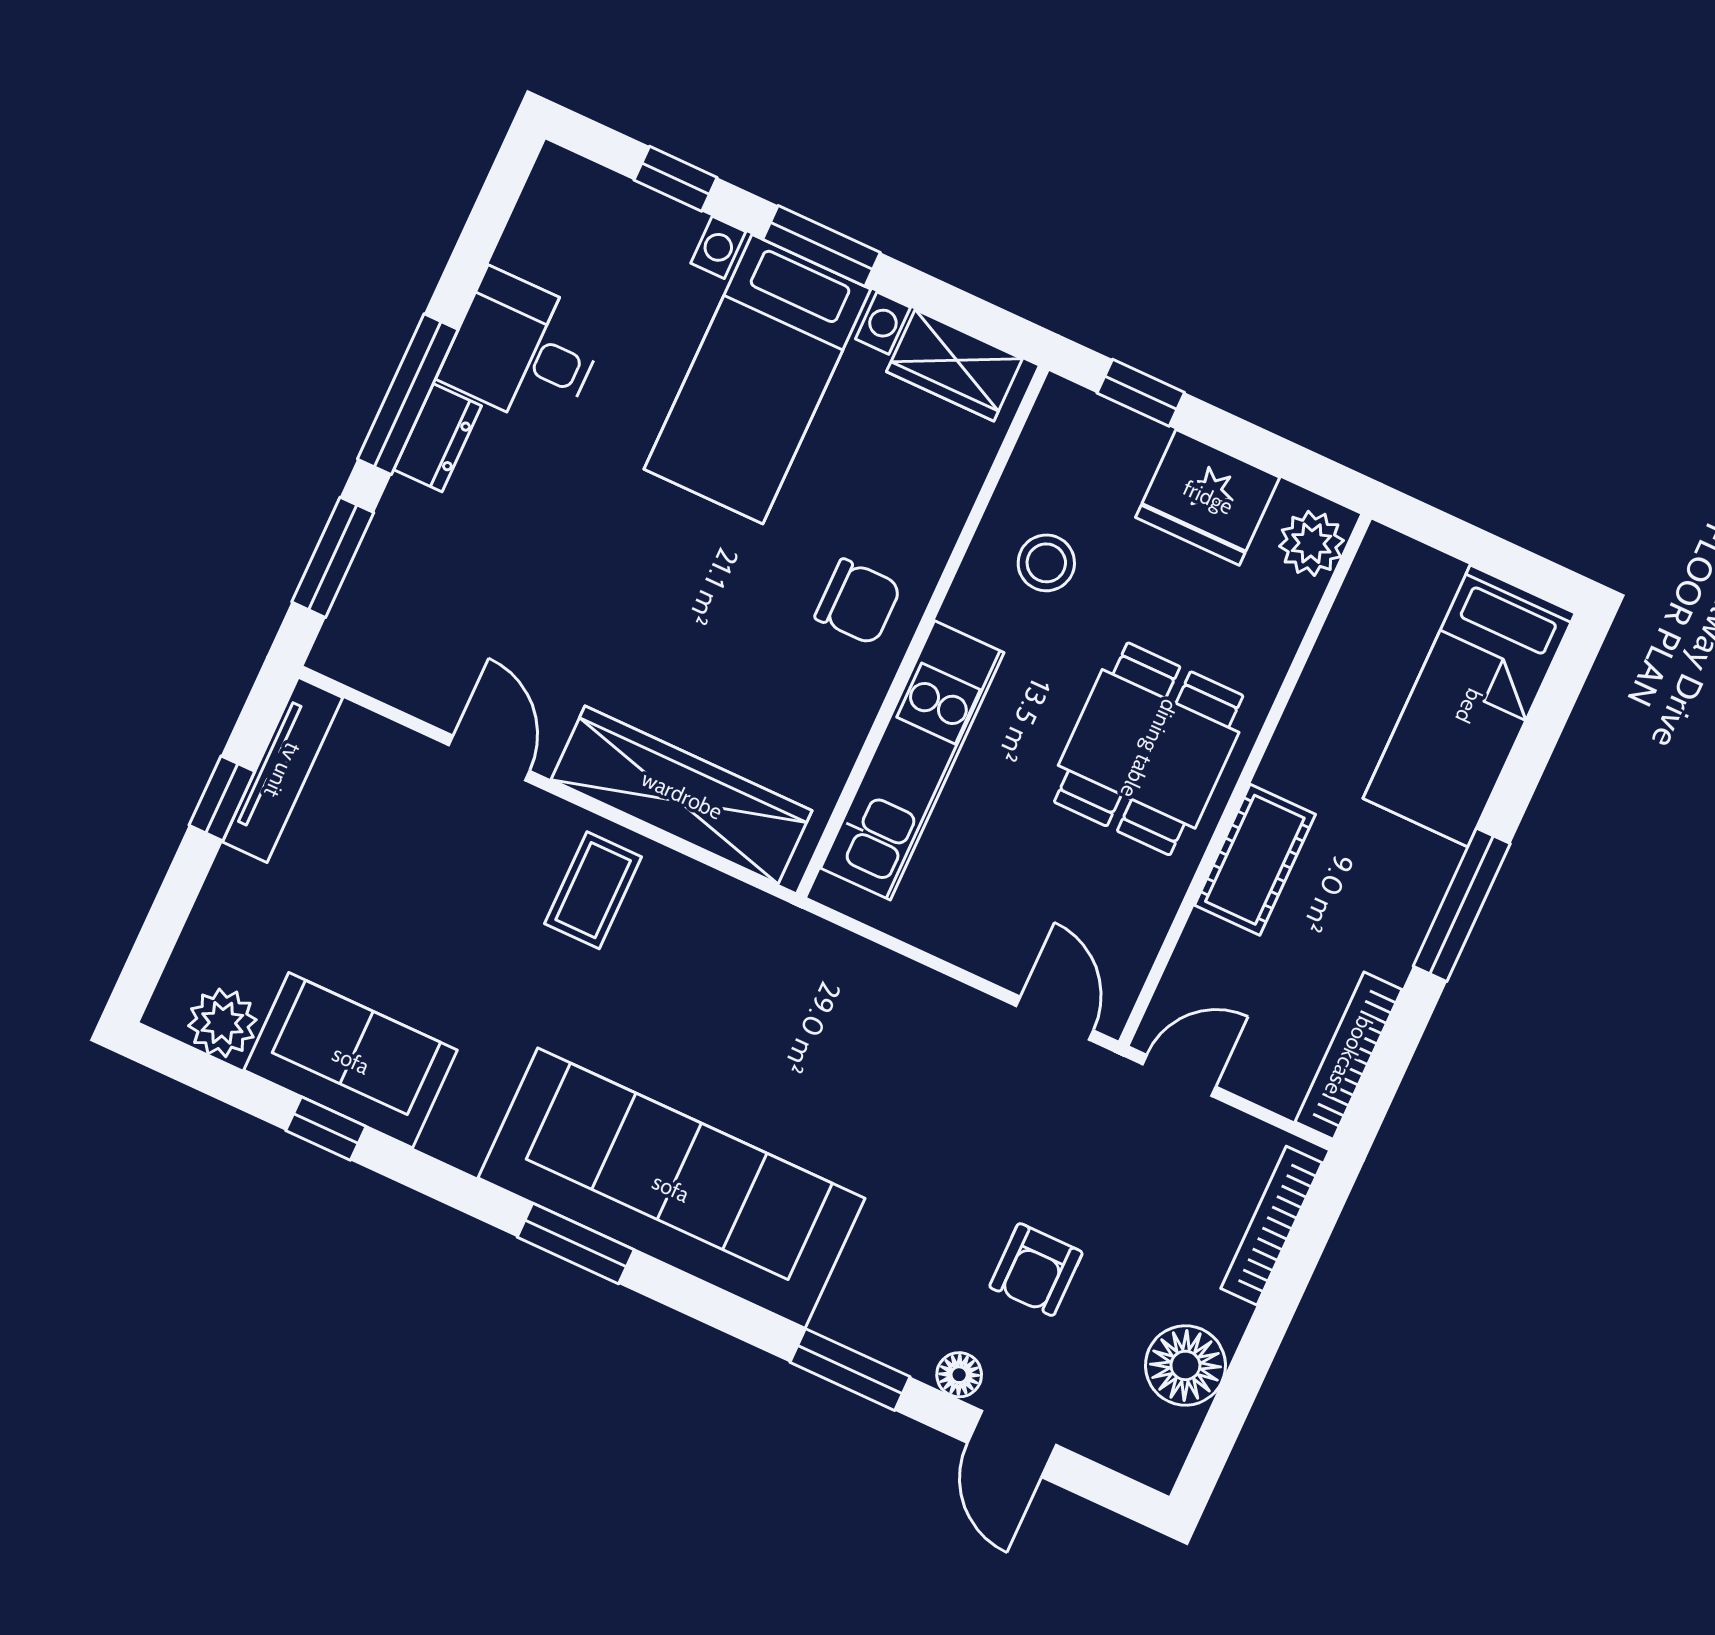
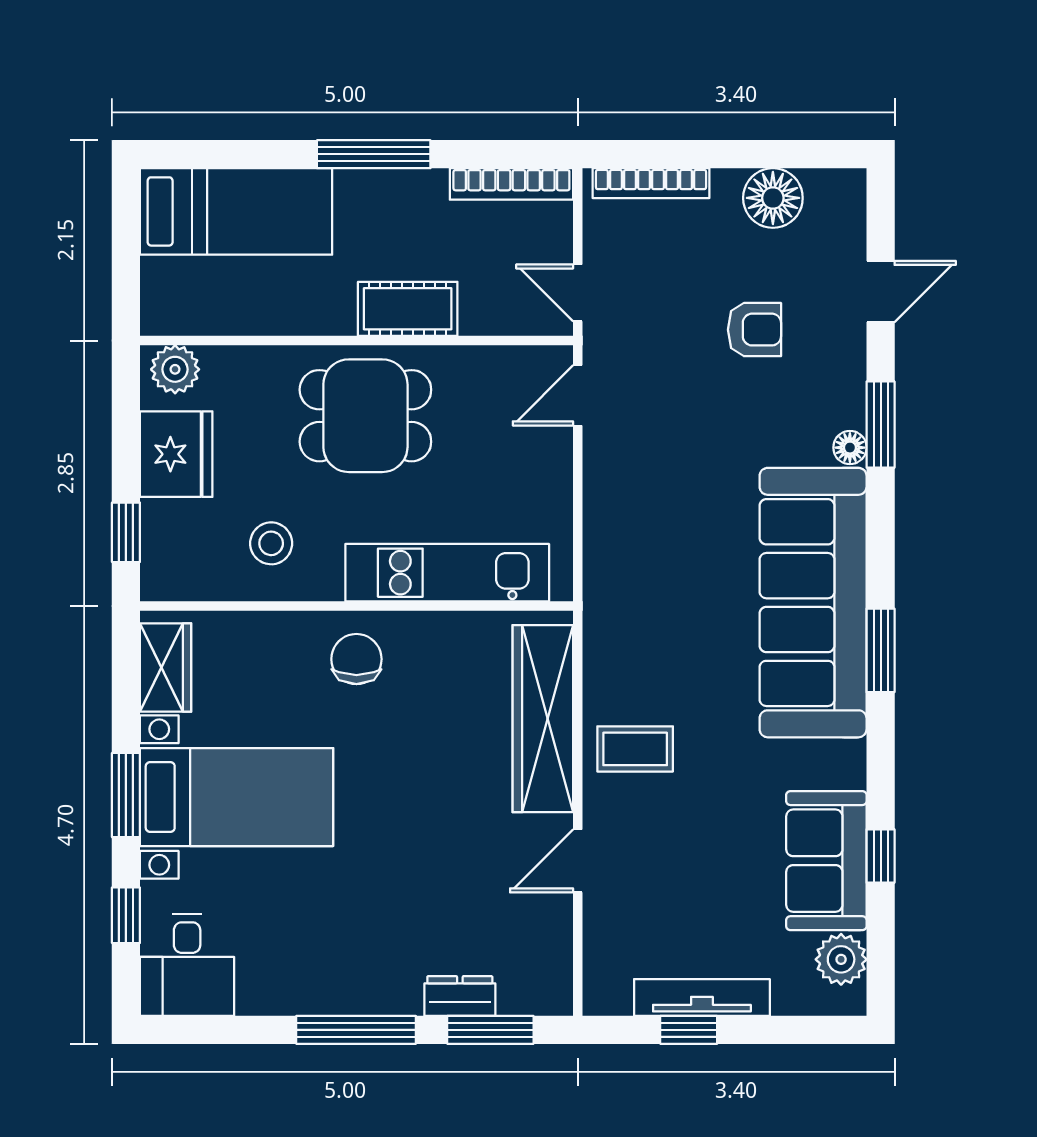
desk: (523, 350) -> (187, 965), moved
dresser: (438, 438) -> (460, 996), moved
tv unit: (283, 770) -> (702, 998), moved
floor lamp: (959, 1375) -> (850, 448), moved

